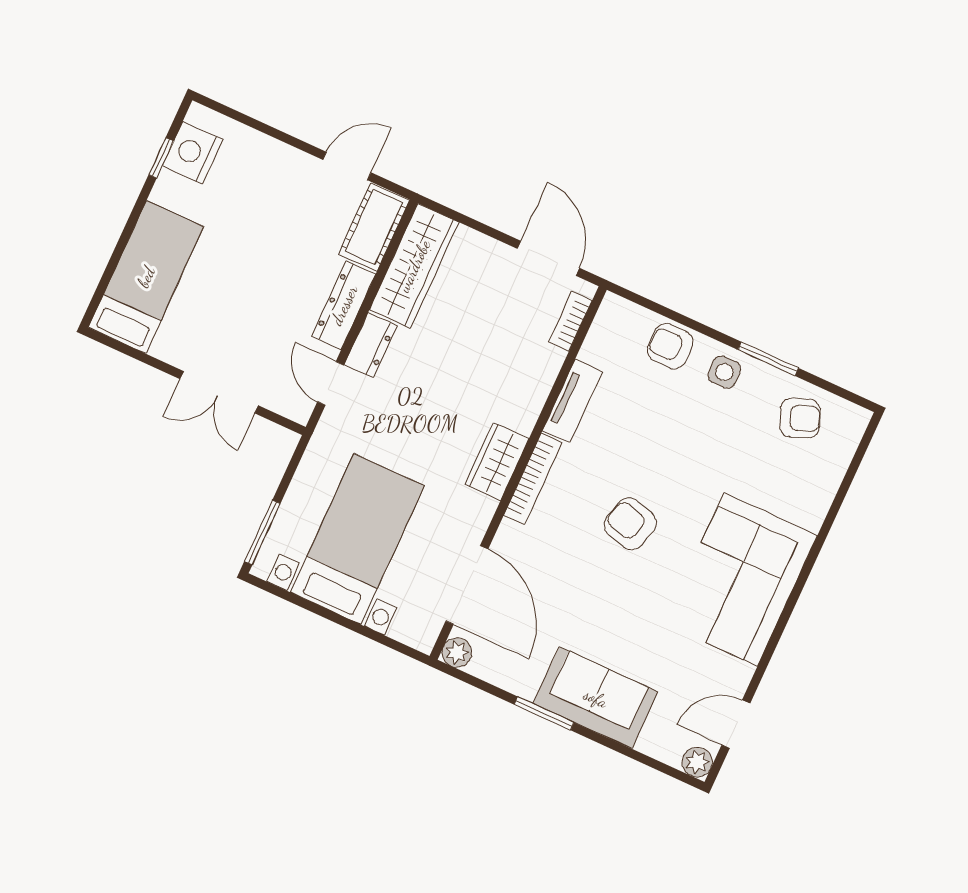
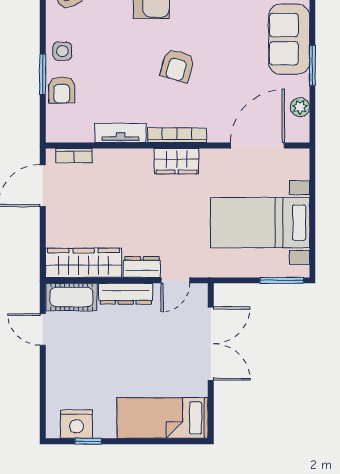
window: (768, 359) -> (43, 74), moved
double door: (219, 392) -> (211, 344), width x1.37
plant: (457, 653) -> (300, 107), moved

